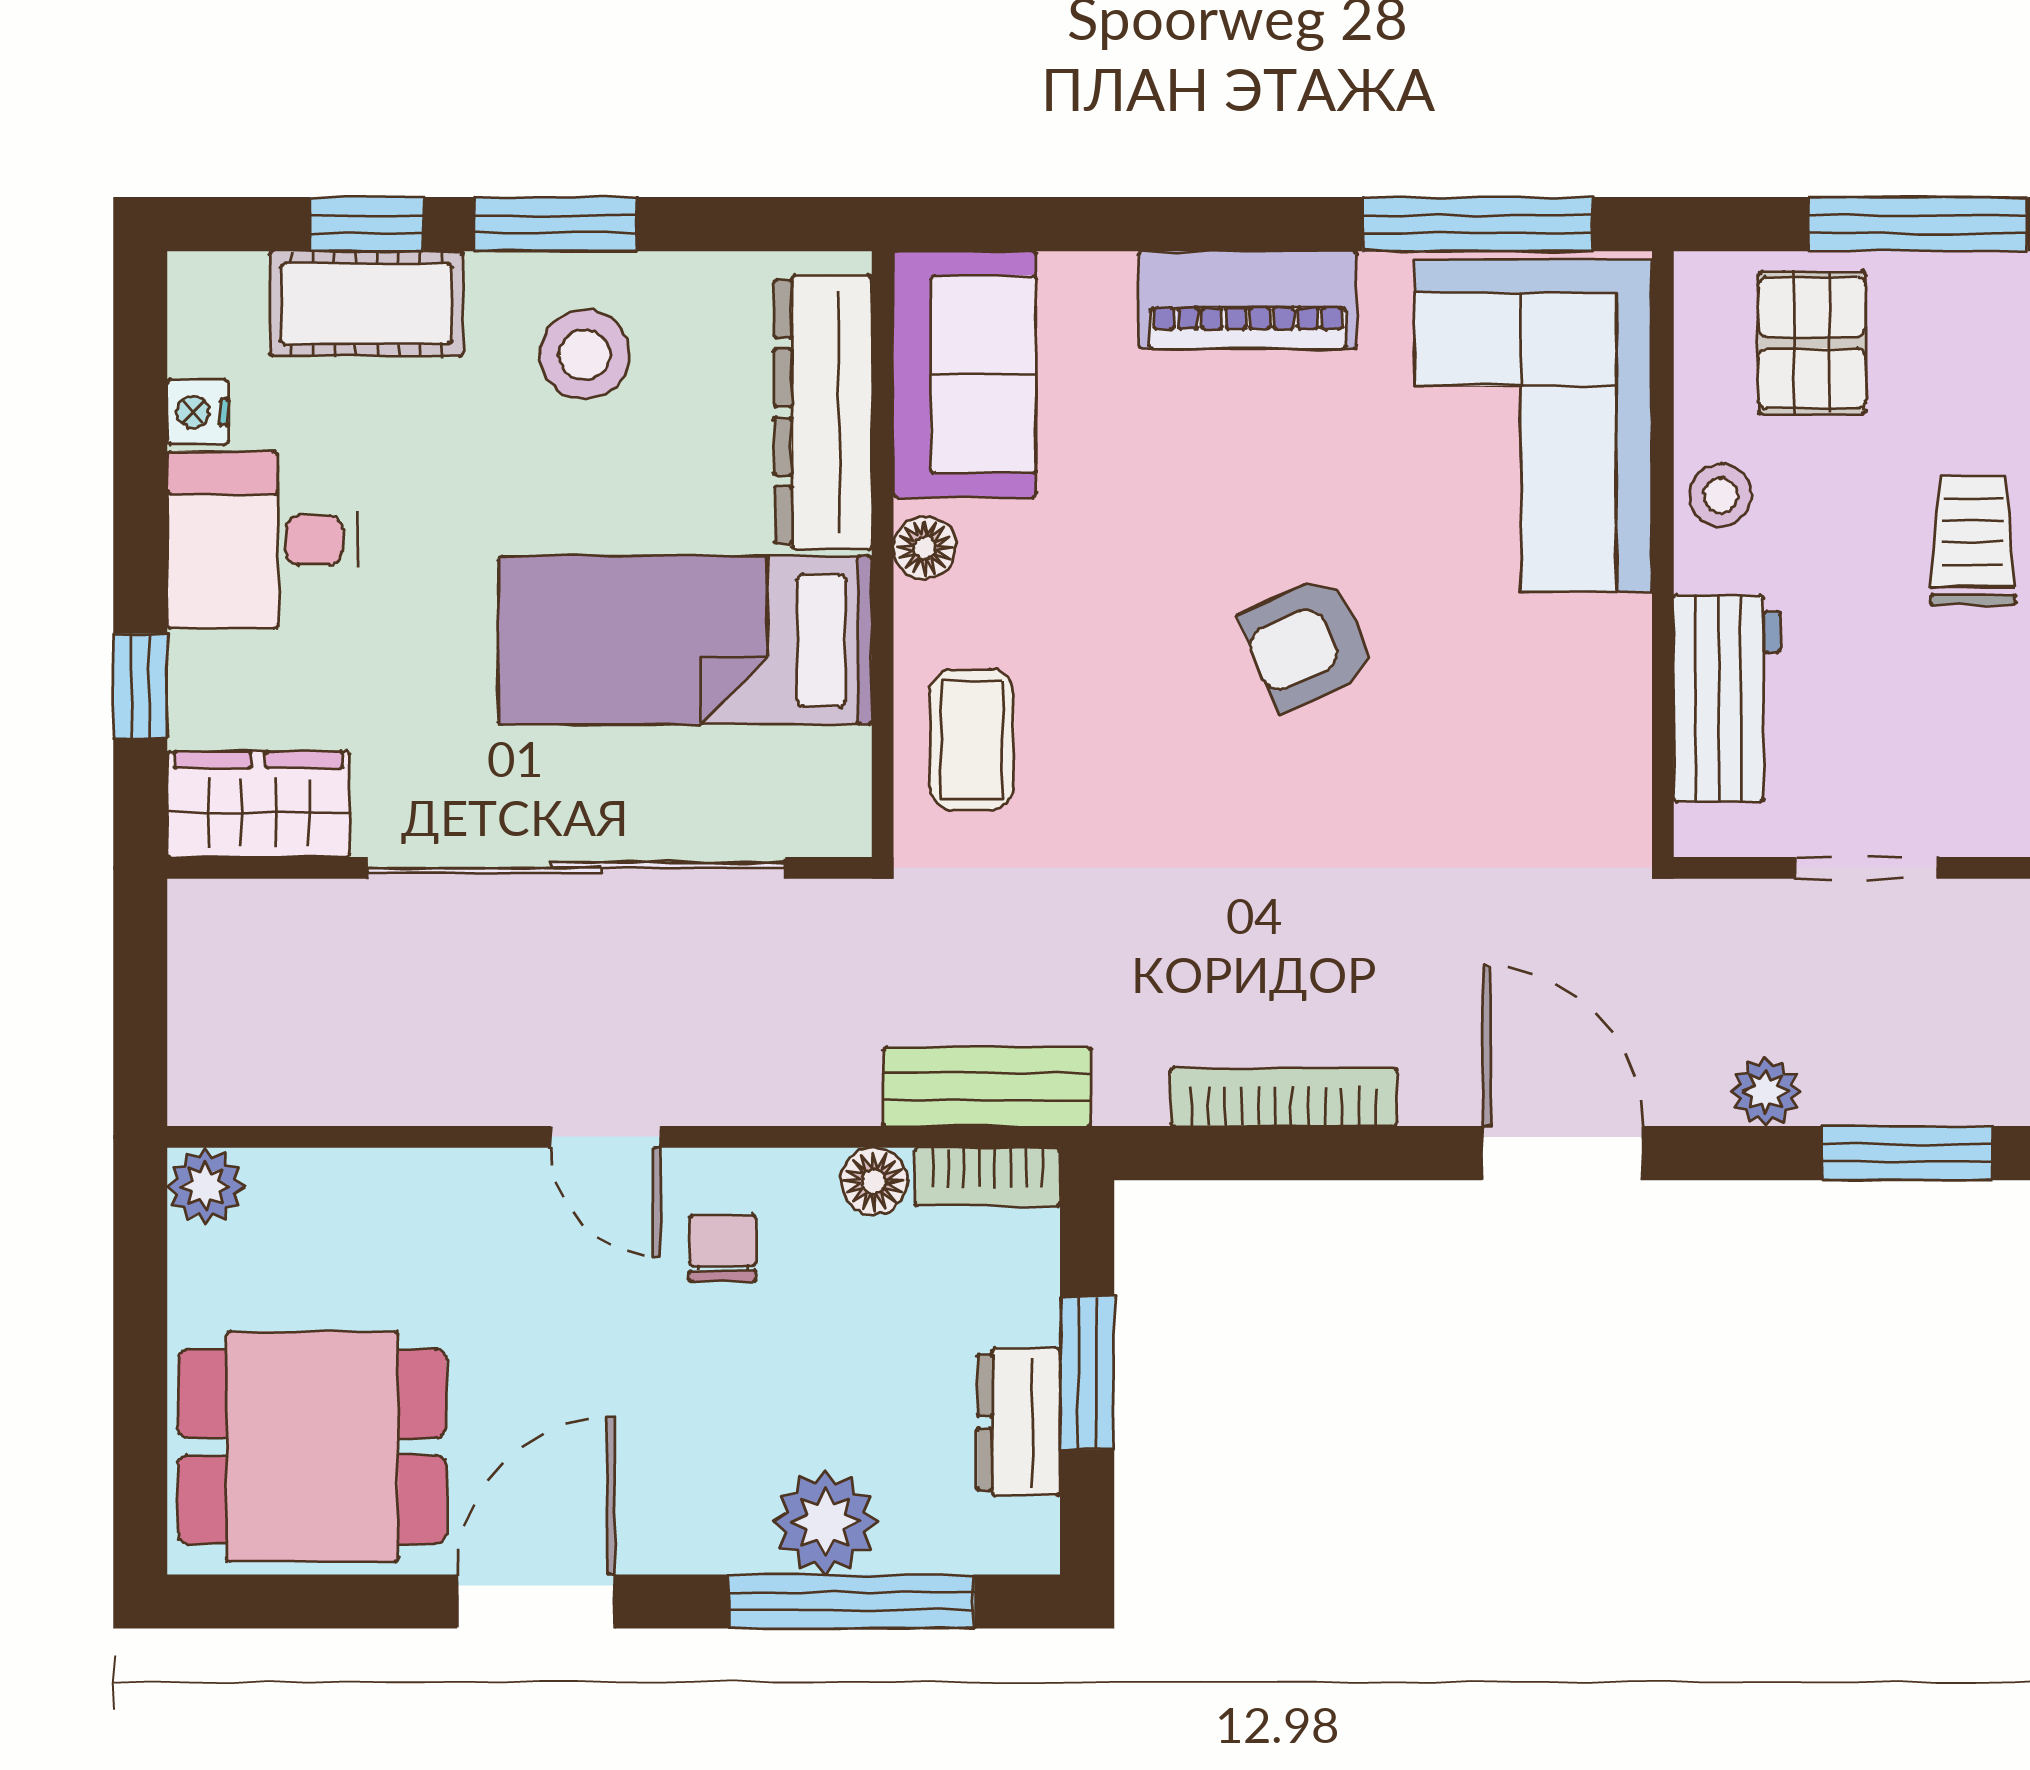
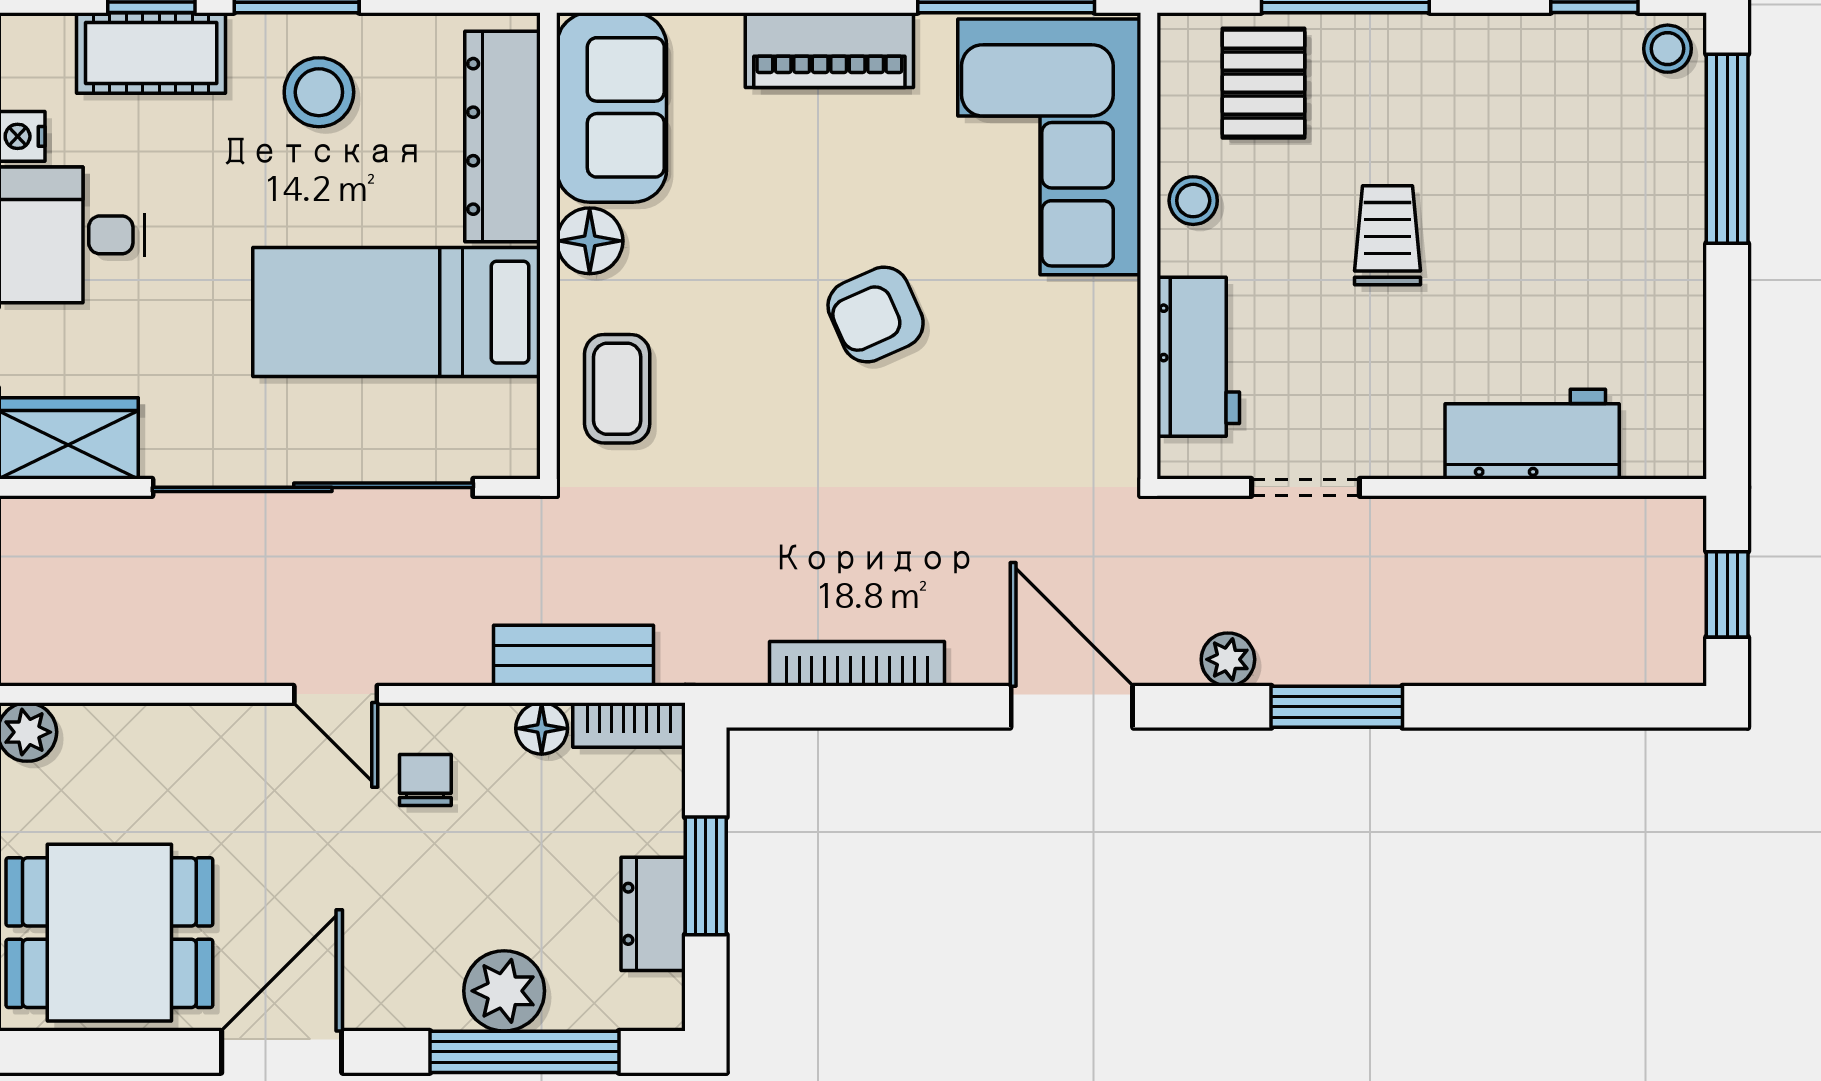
floor lamp: (925, 548) -> (590, 241), width x1.37, depth x1.37
bench: (987, 1087) -> (573, 656), moved

